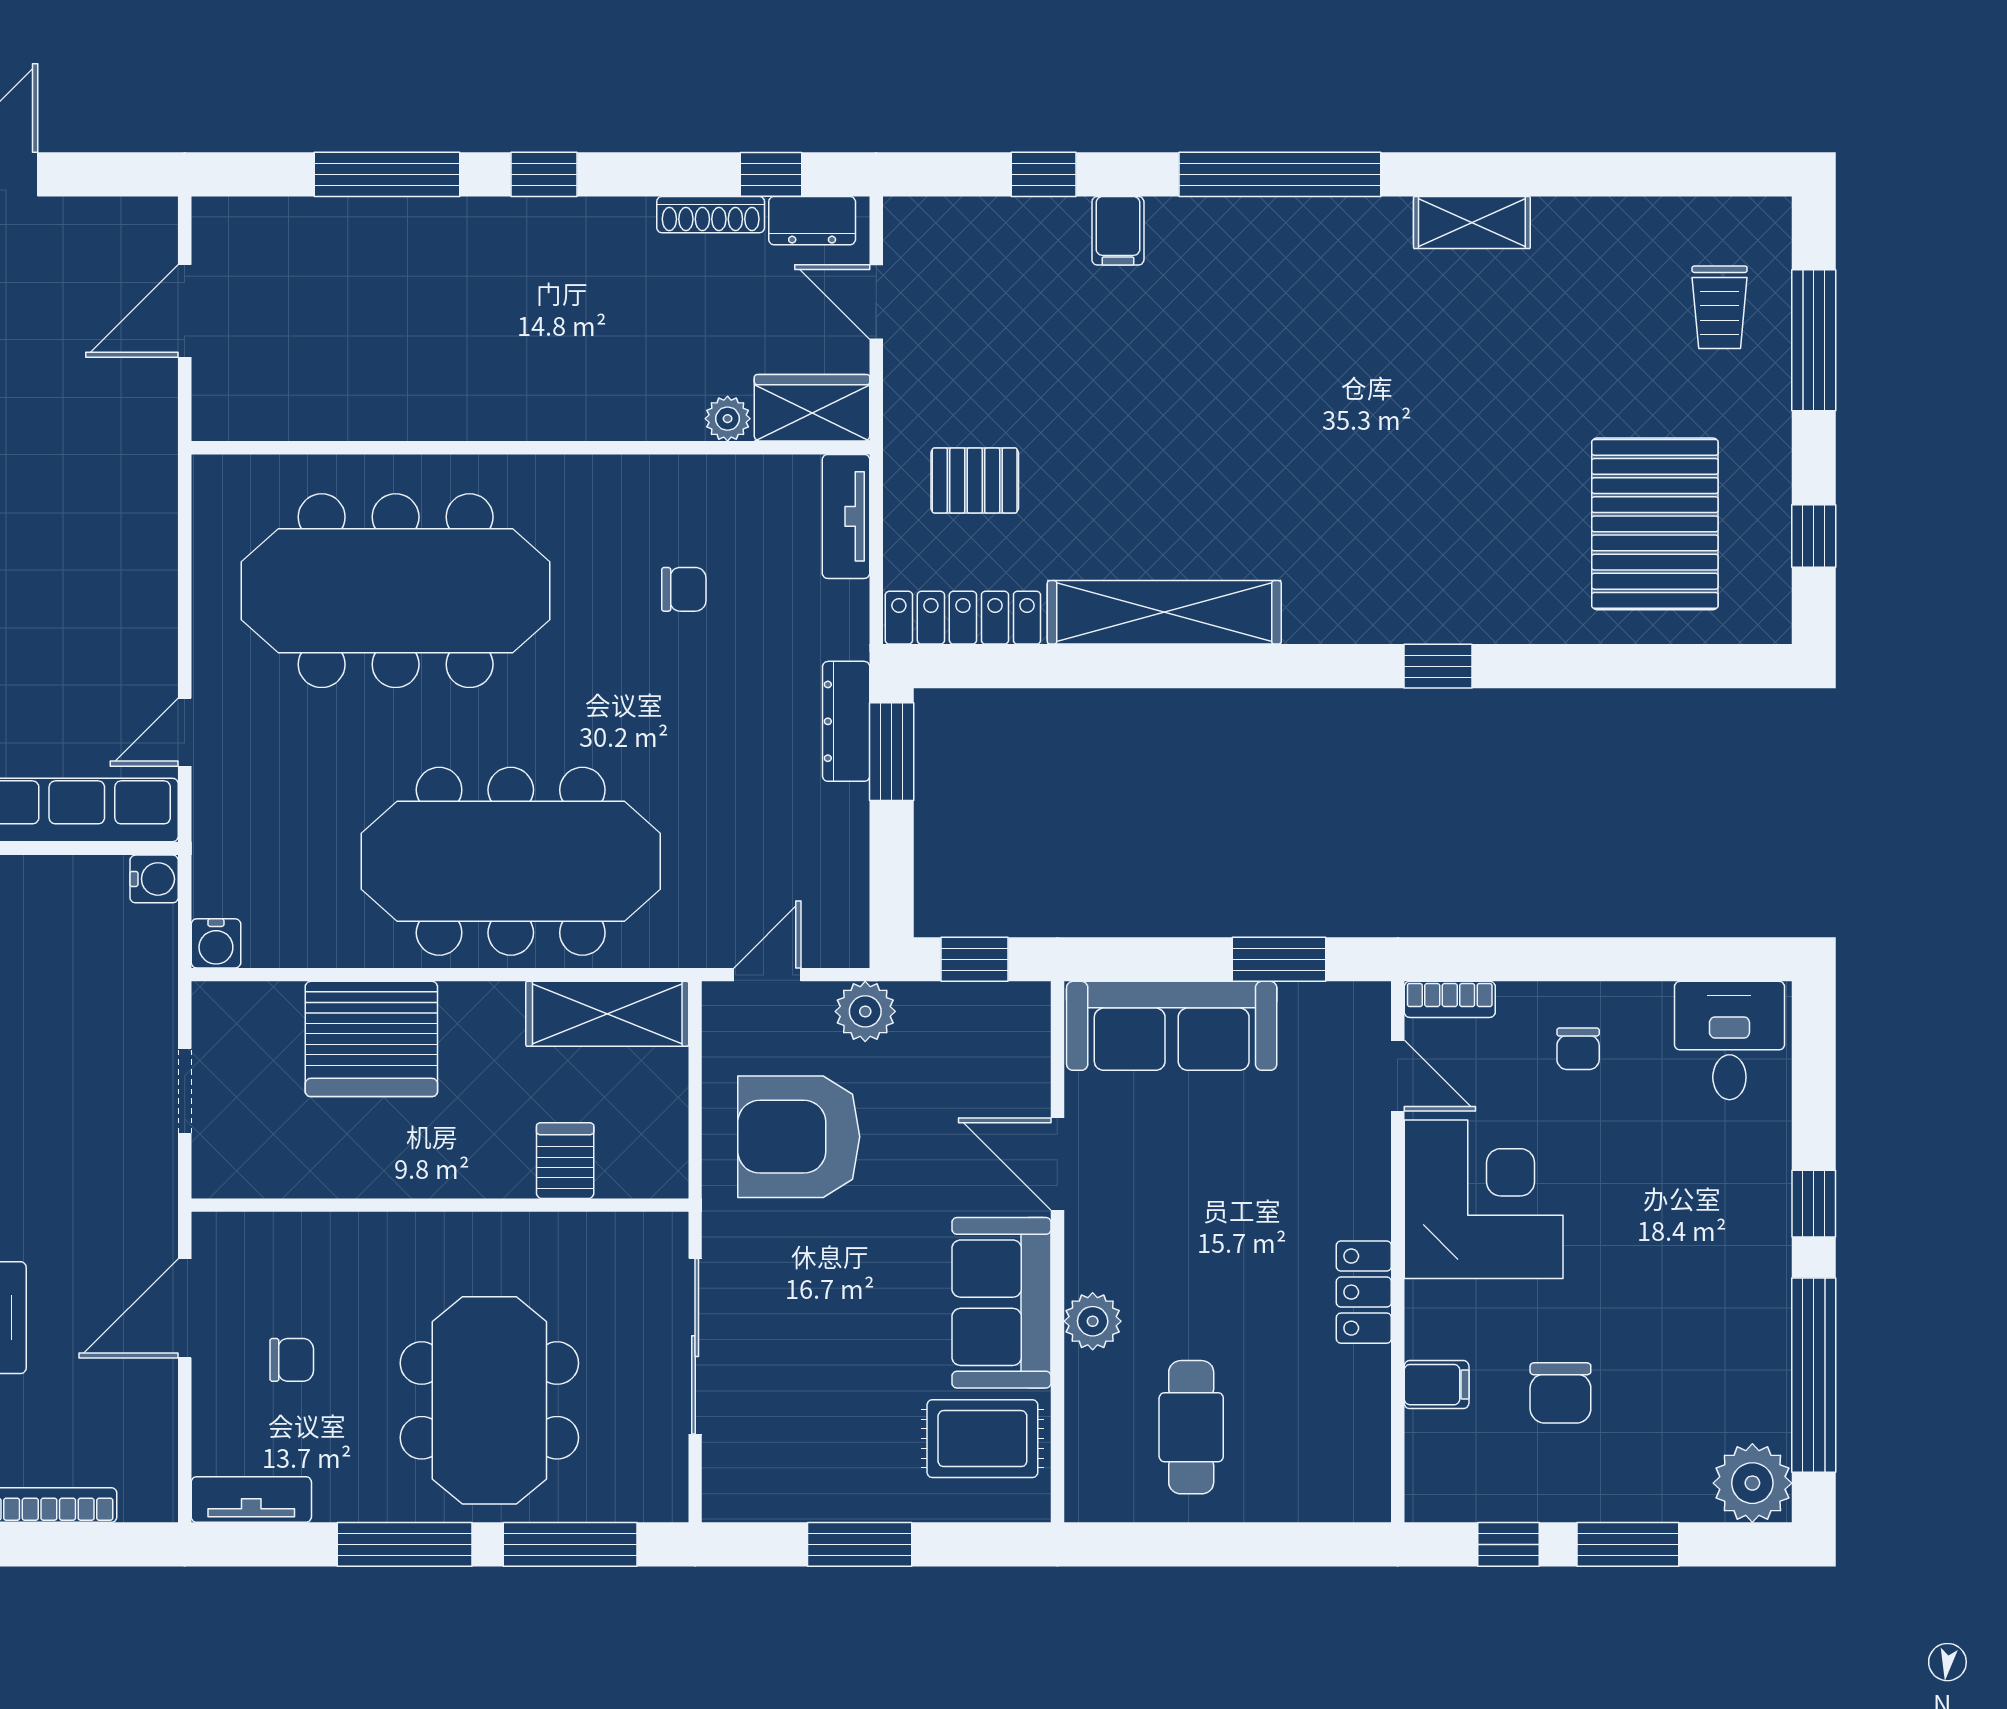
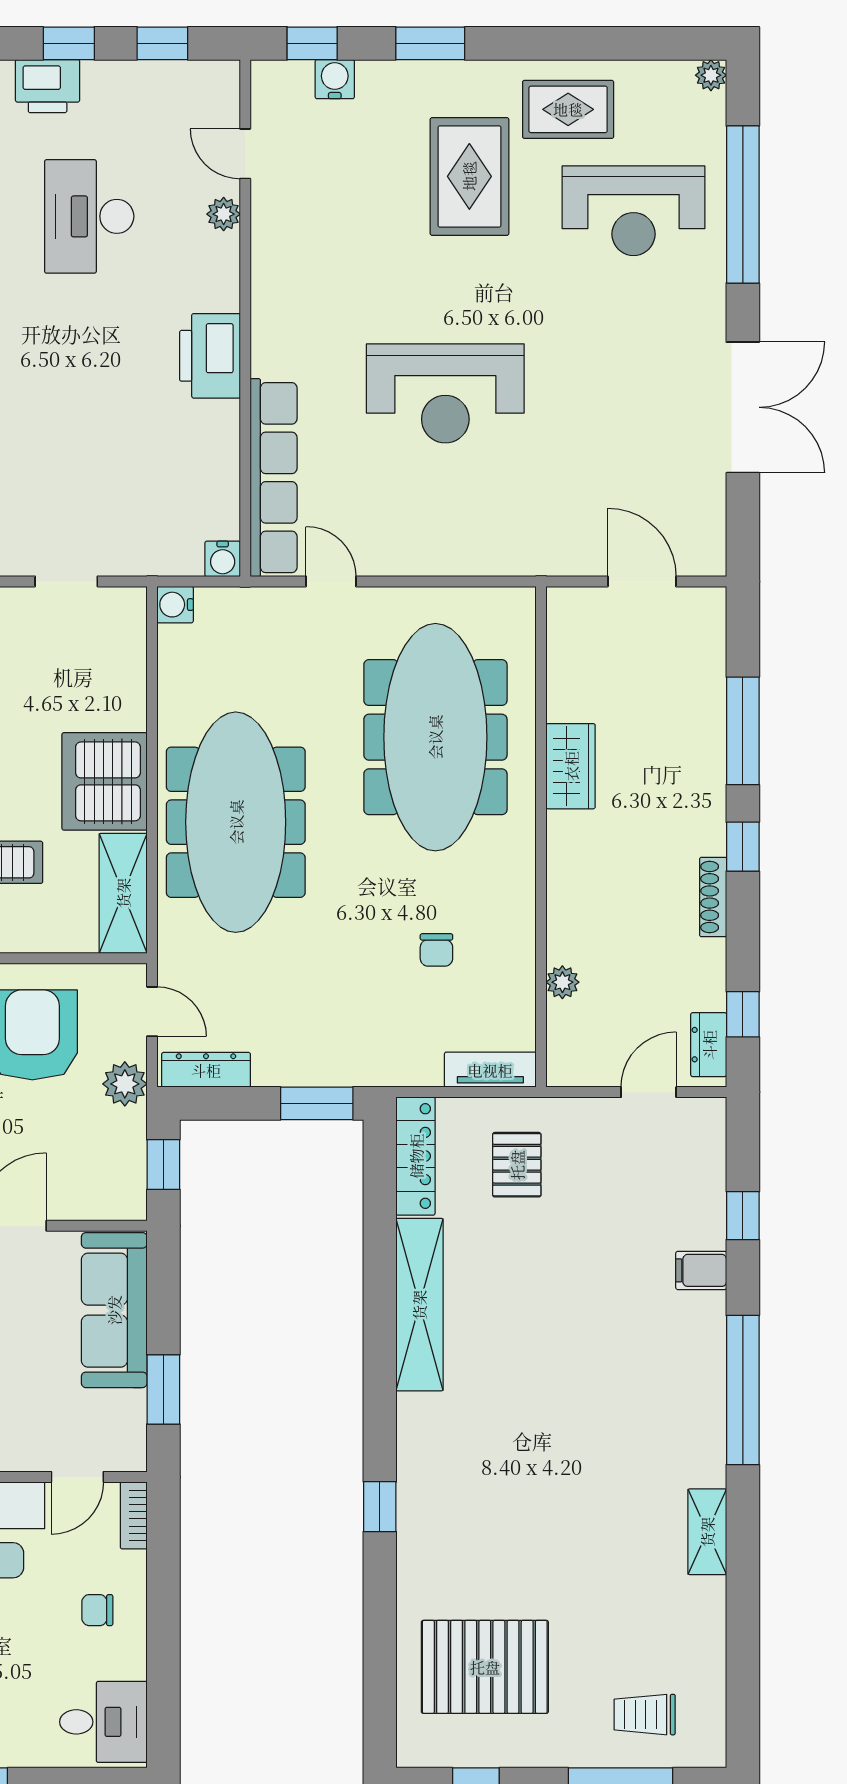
shoe rack: (711, 215) -> (713, 897), moved
wardrobe: (812, 408) -> (571, 766), moved
dresser: (846, 721) -> (206, 1070), moved
server rack: (371, 1039) -> (105, 781), moved

